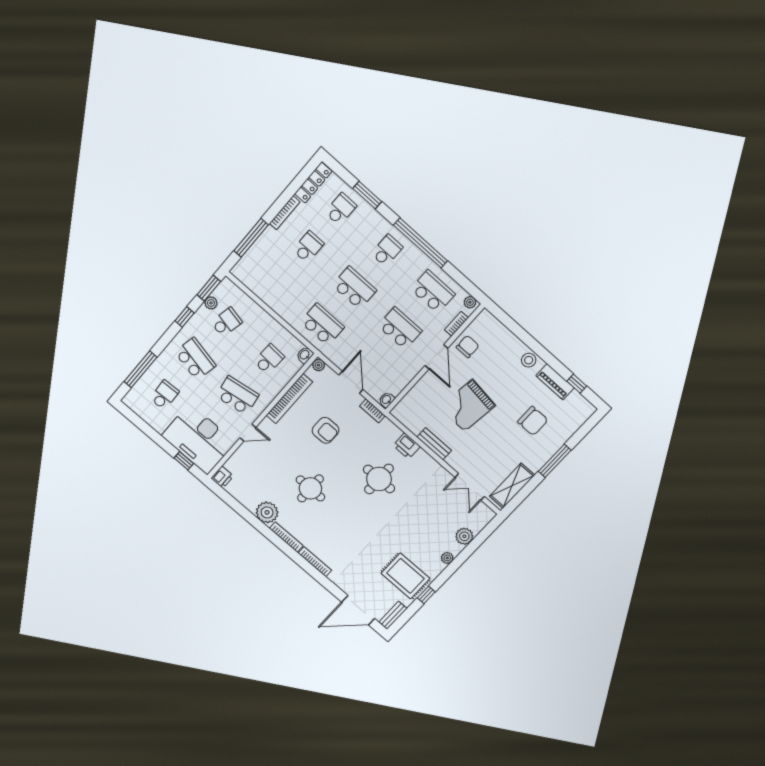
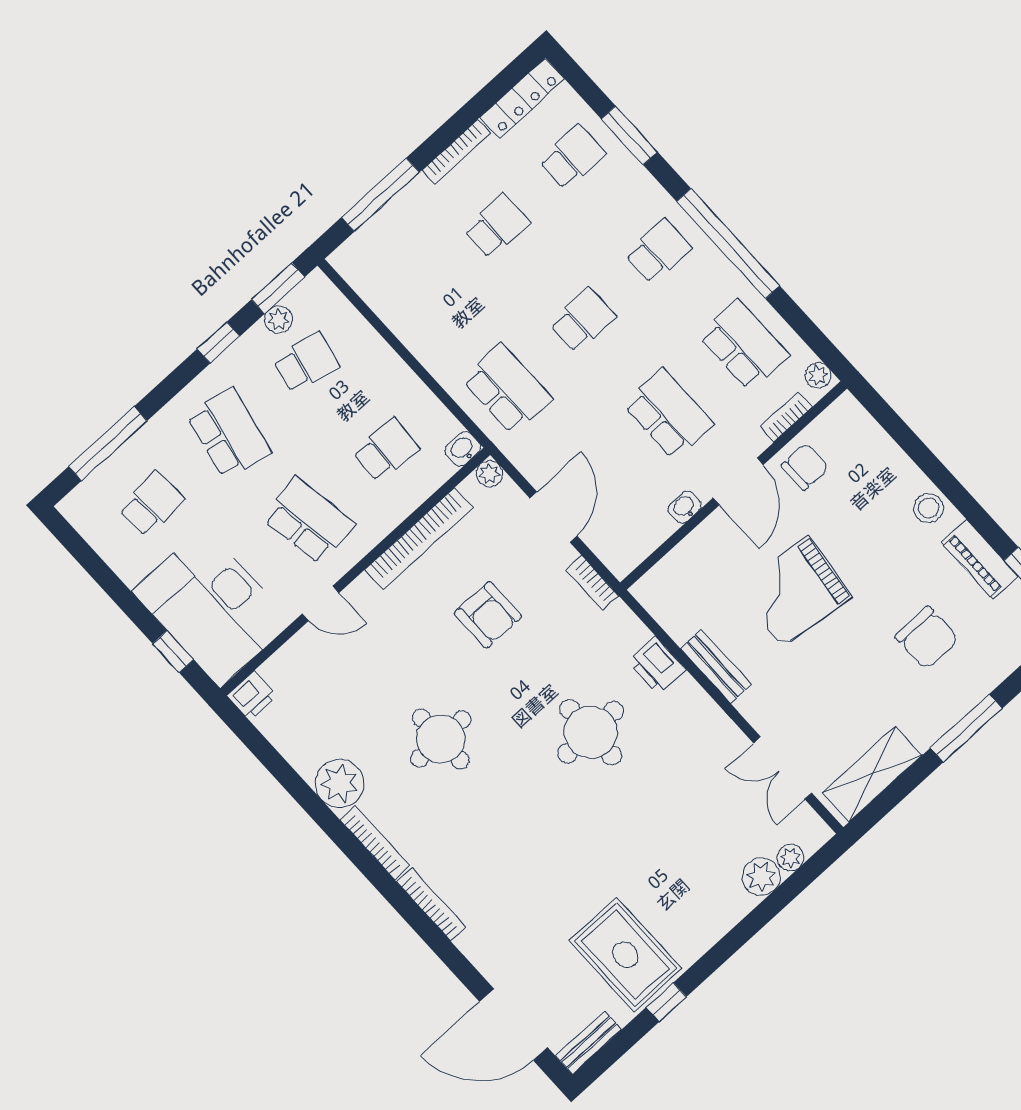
school desk: (354, 288) -> (583, 320), width x0.54
washbasin: (387, 400) -> (684, 507), moved
plant: (447, 558) -> (791, 858), moved

